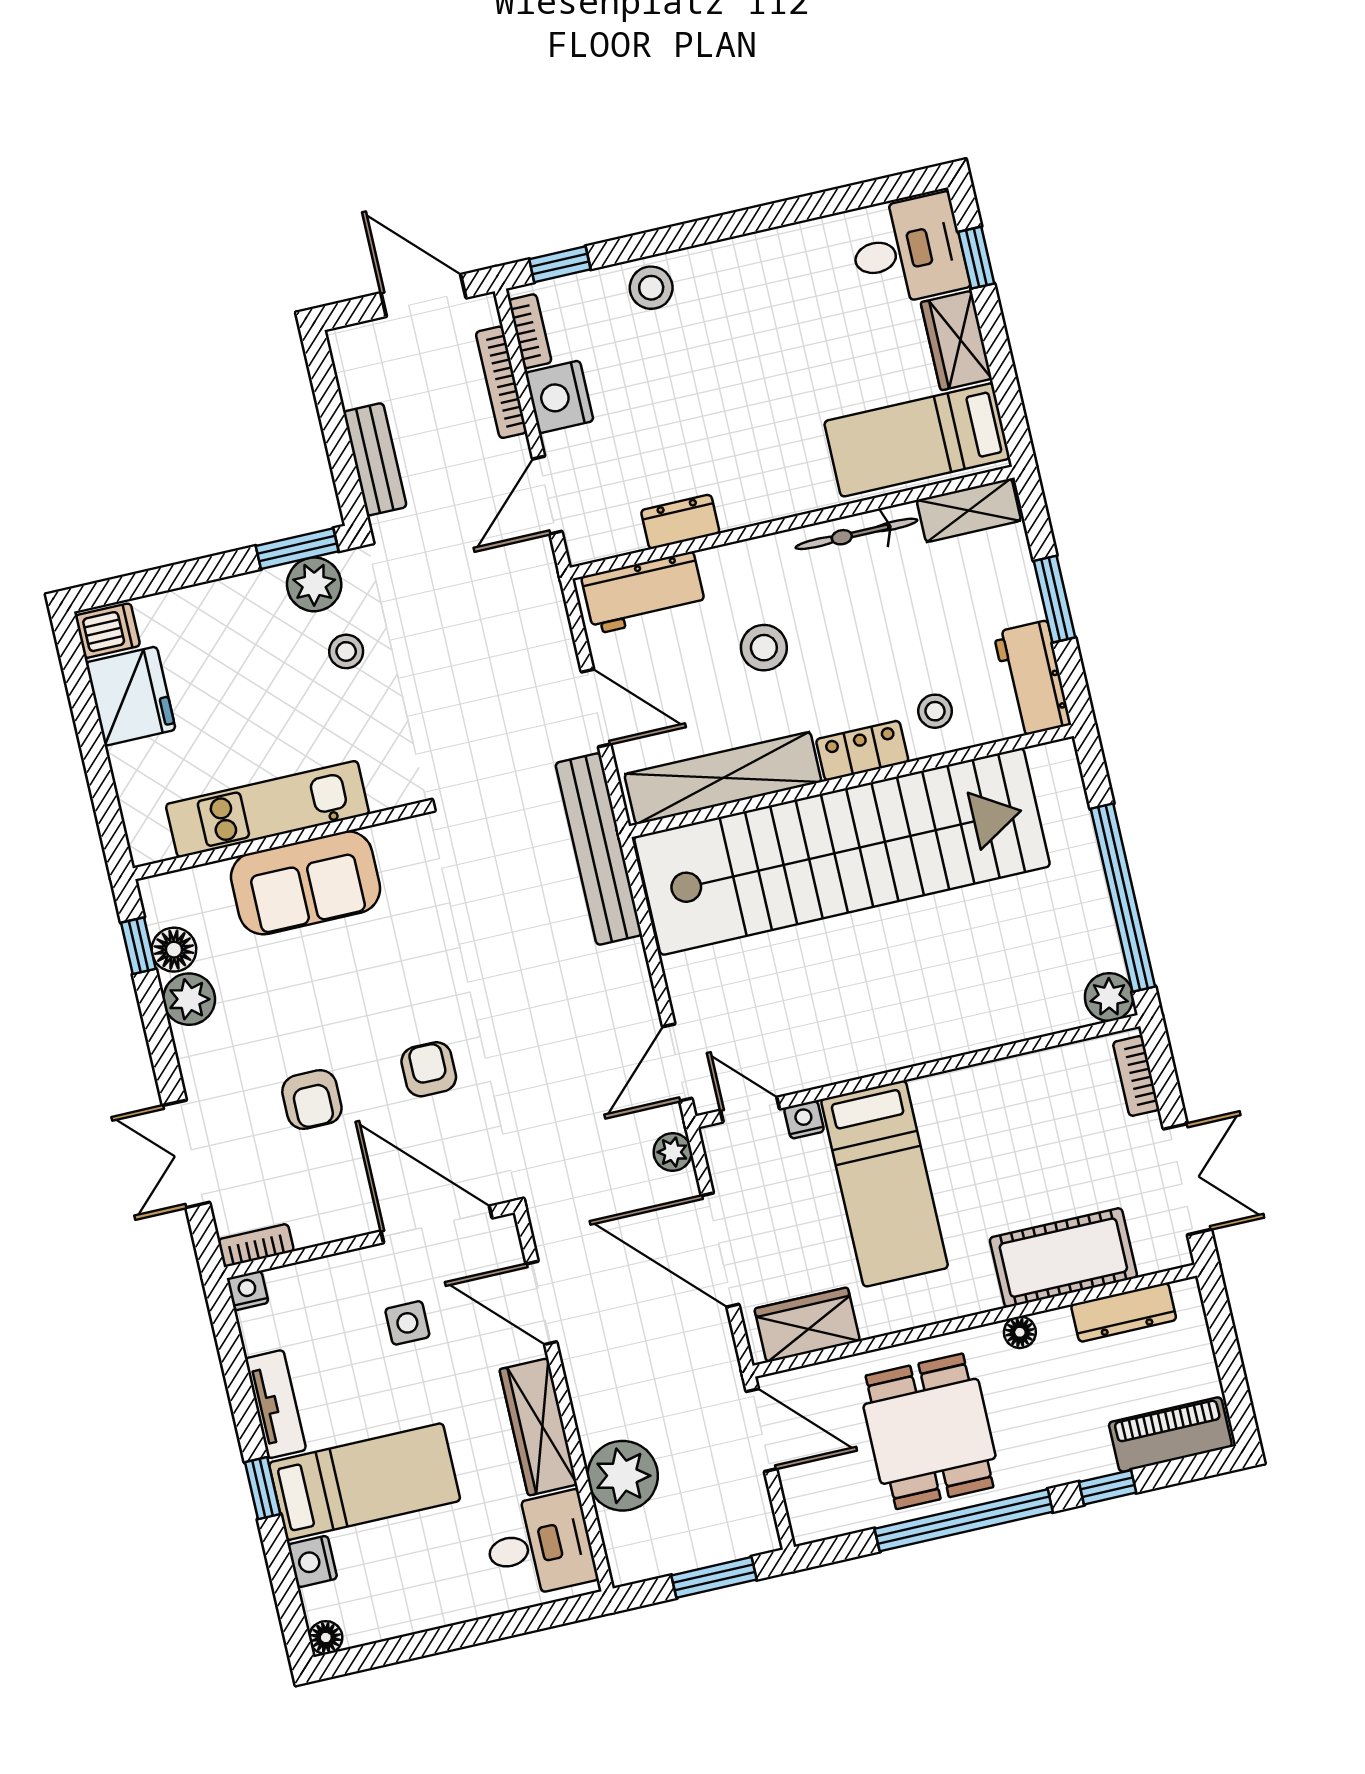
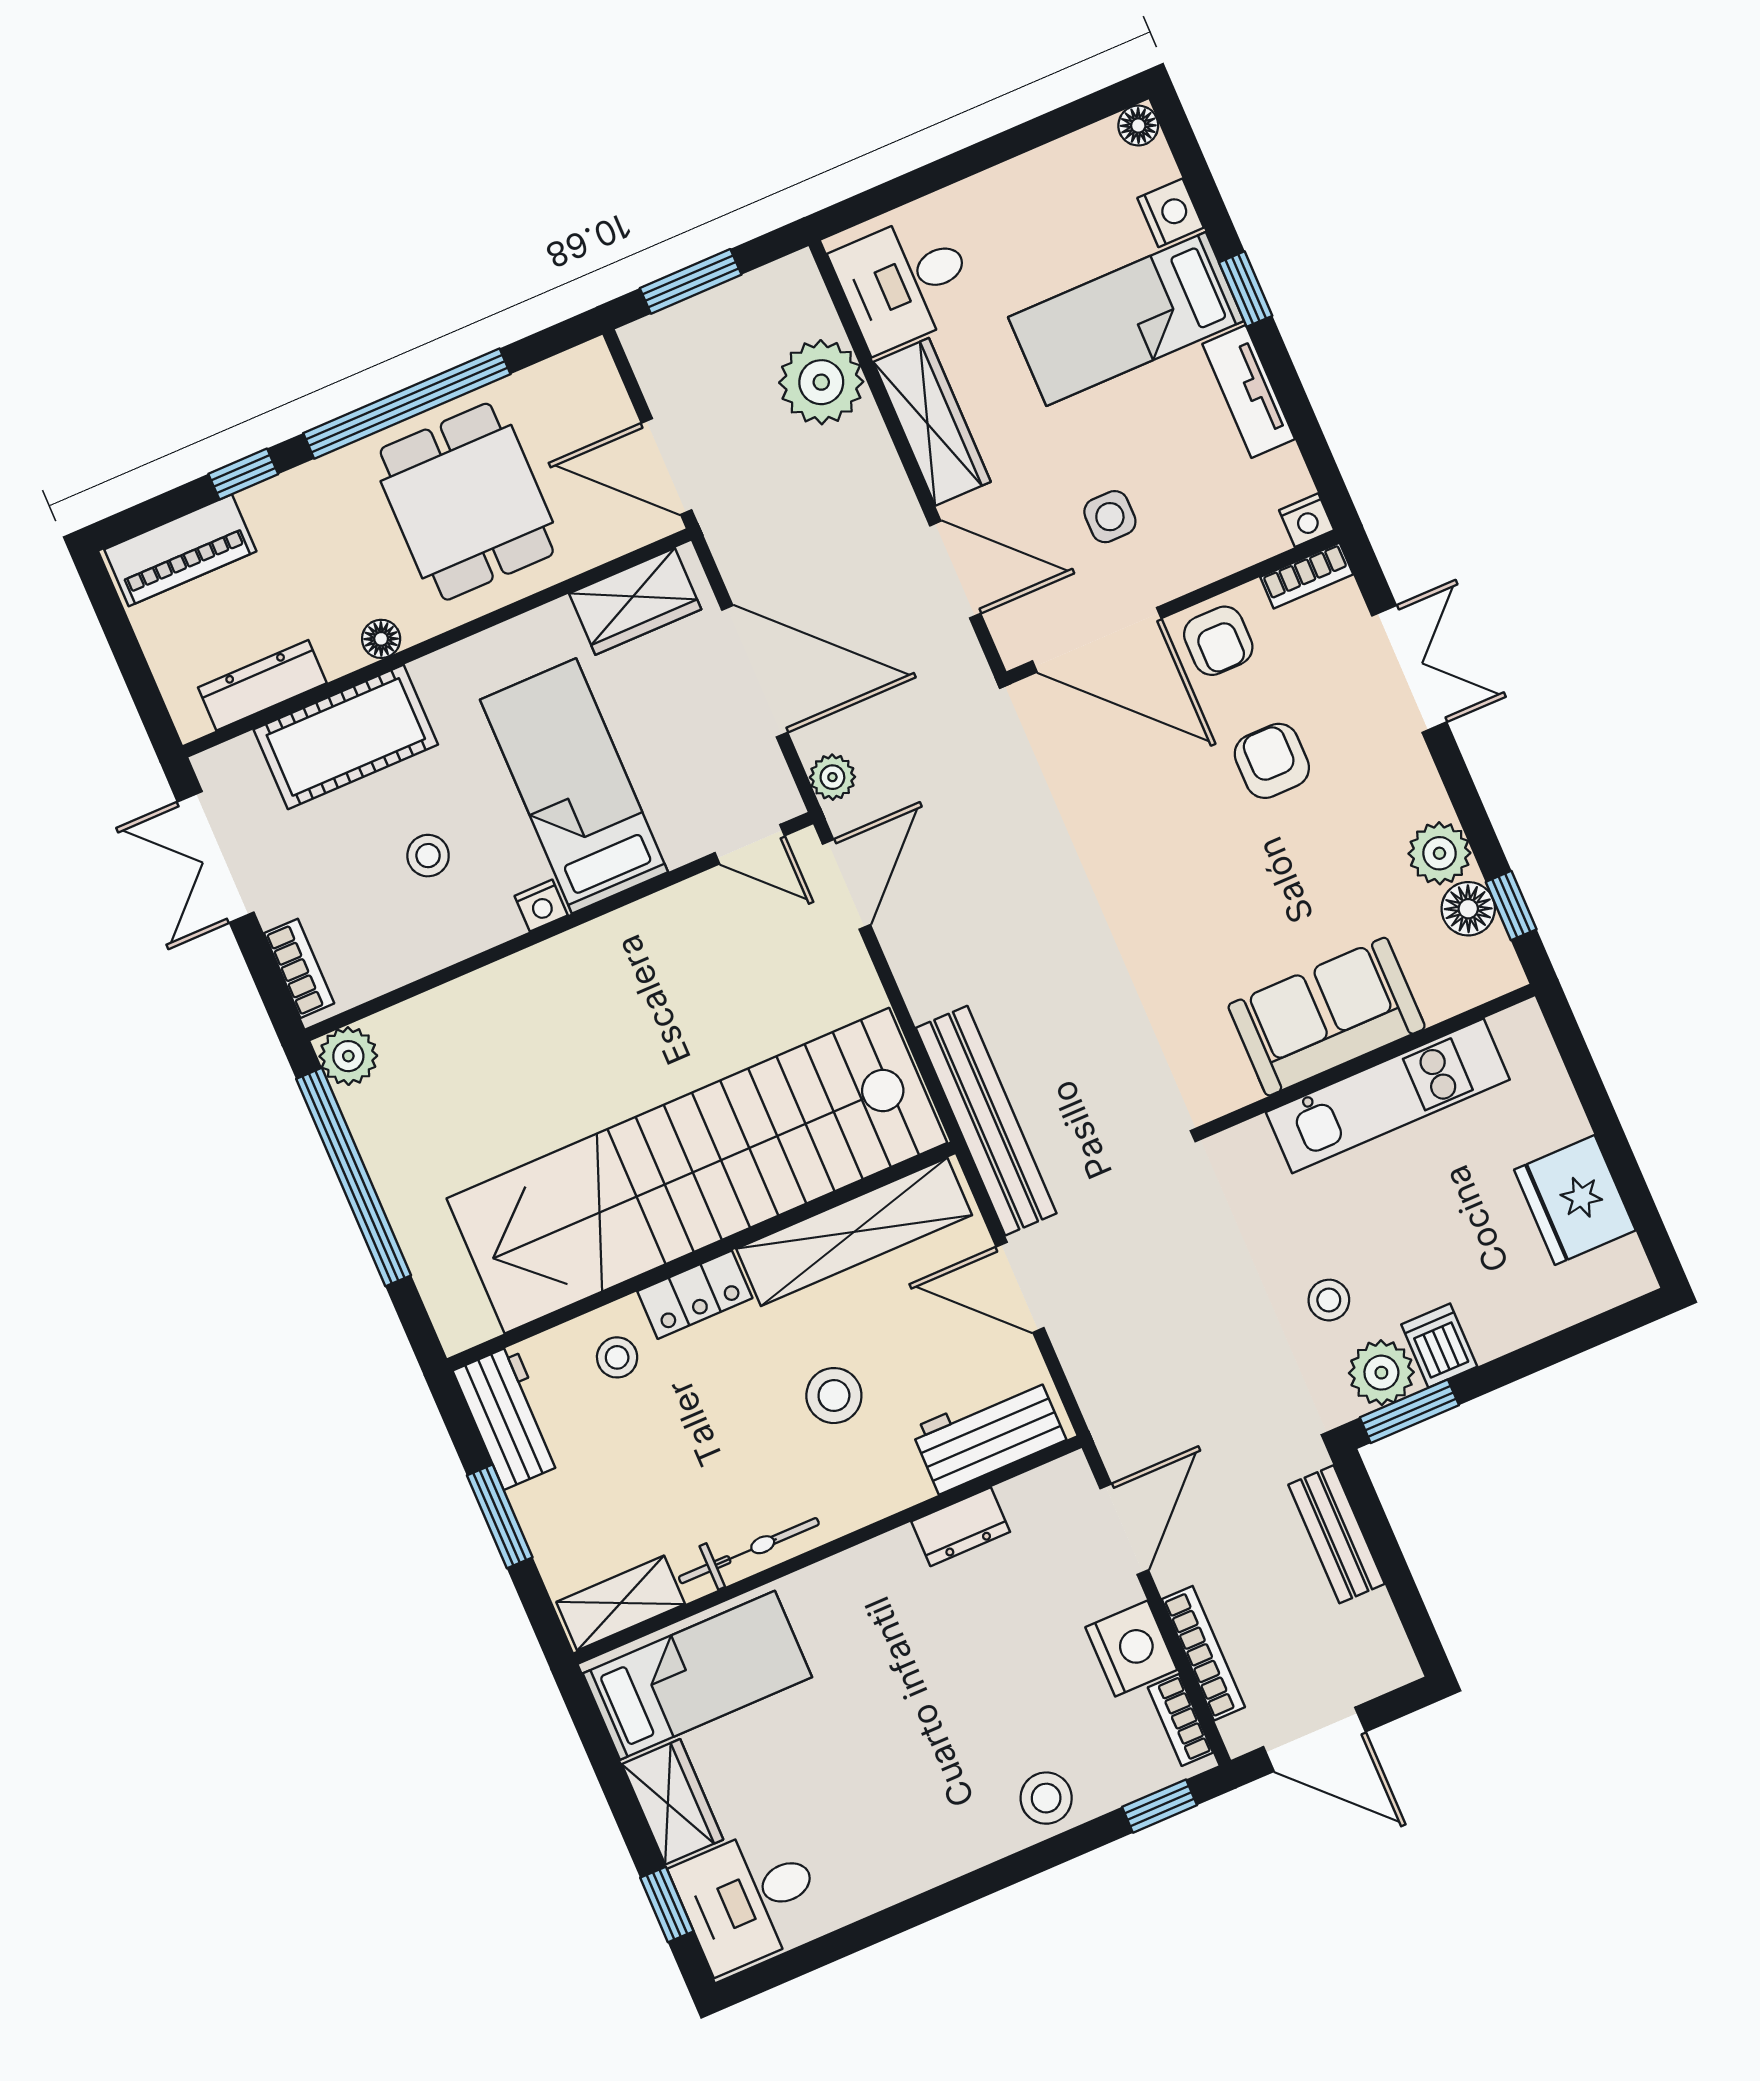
dishwasher: (108, 631) -> (1439, 1346), moved, turned 90
armchair: (429, 1069) -> (1218, 641), moved
nightstand: (804, 1120) -> (541, 906), moved
stool: (1014, 1149) -> (428, 856), added

